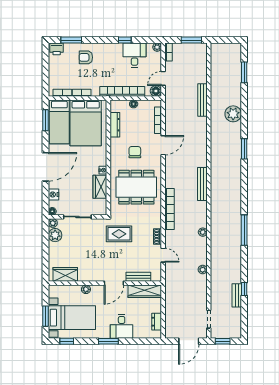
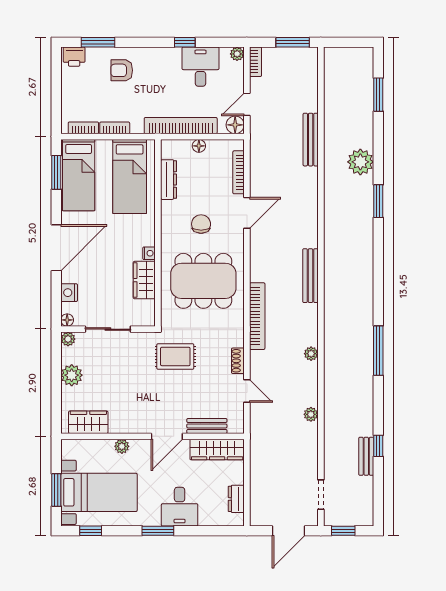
bed: (86, 123) -> (130, 177), width x0.67
window: (244, 149) -> (378, 201), moved
plant: (55, 235) -> (72, 375), moved

